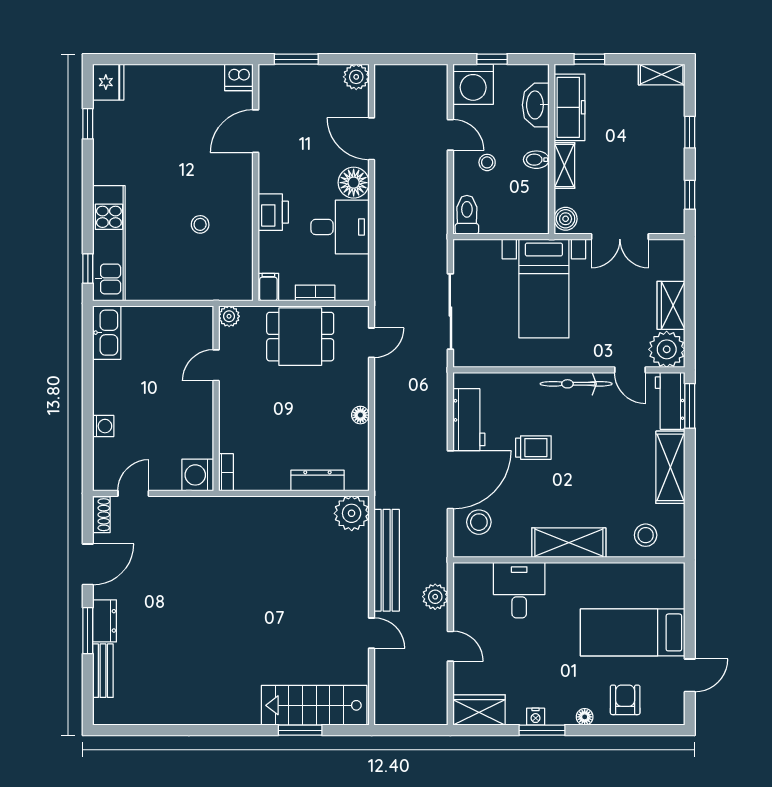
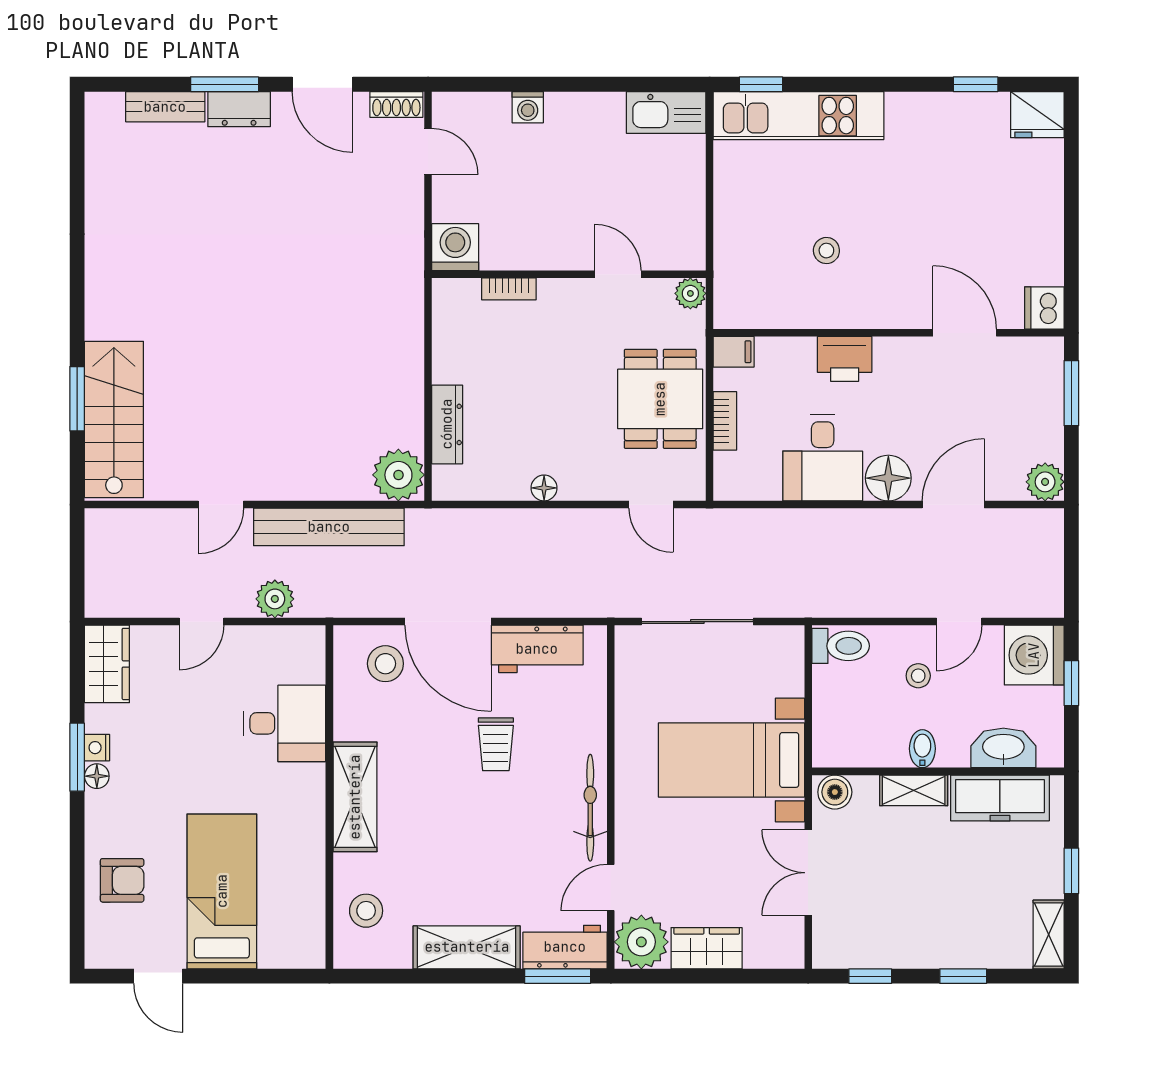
window: (589, 59) -> (1071, 871), moved
bookcase: (226, 472) -> (509, 289), moved
floor lamp: (585, 717) -> (97, 776), moved

